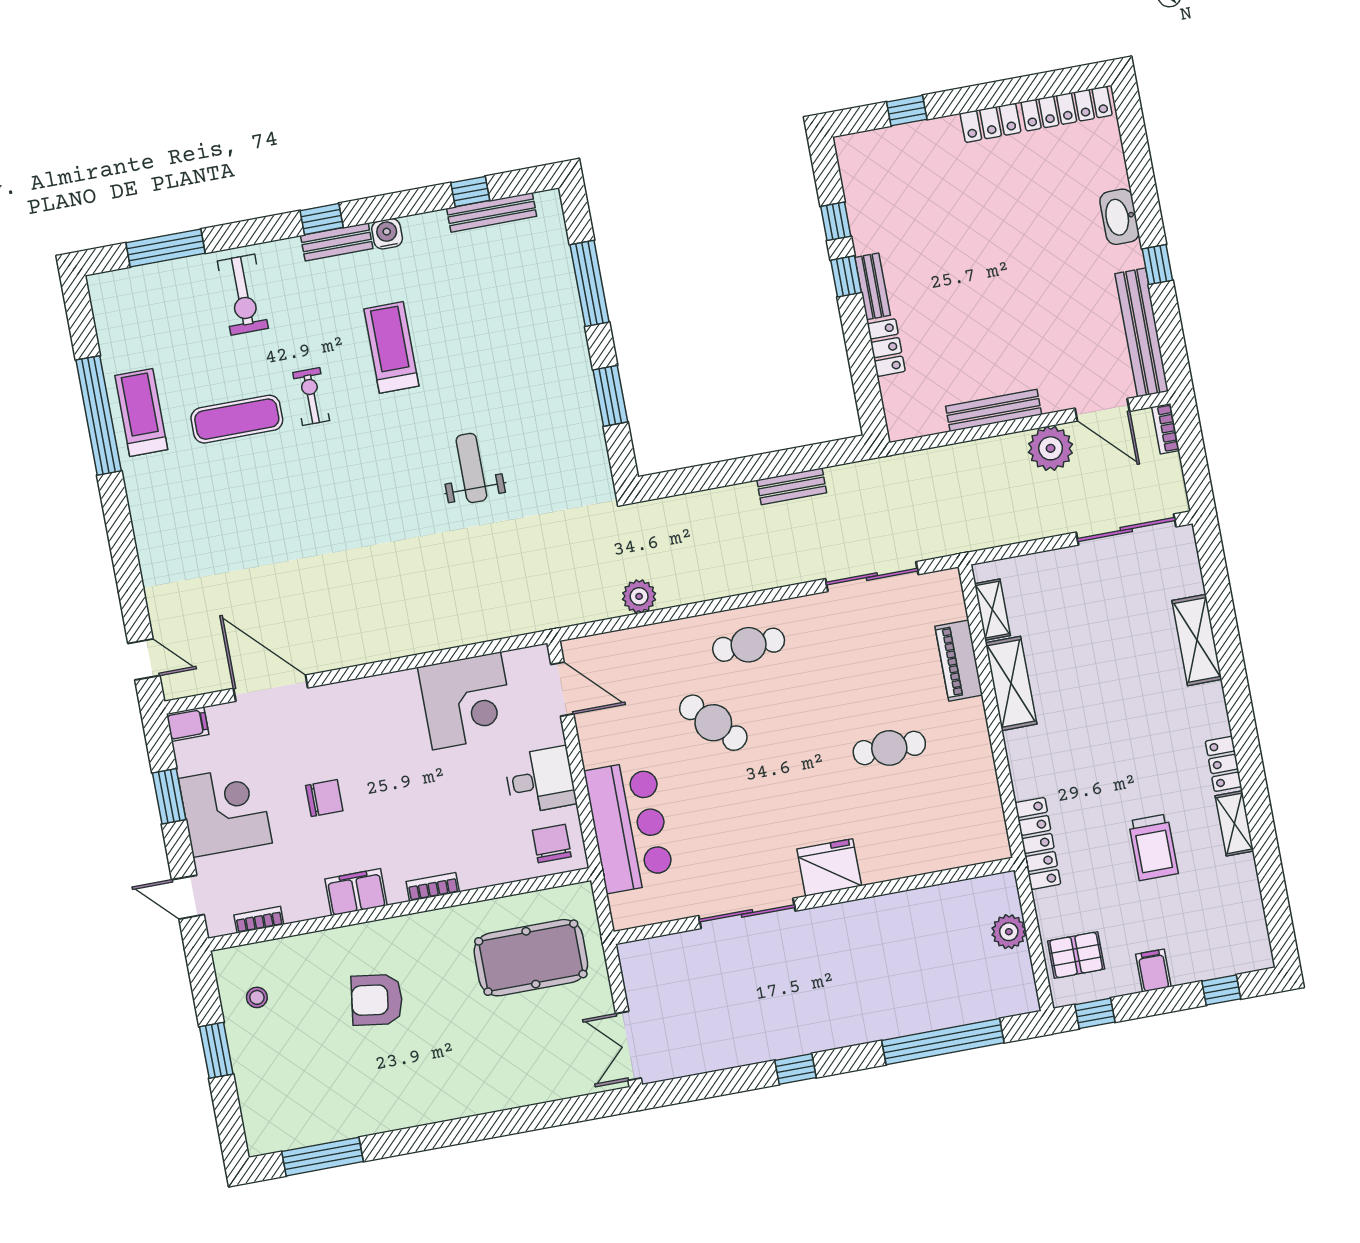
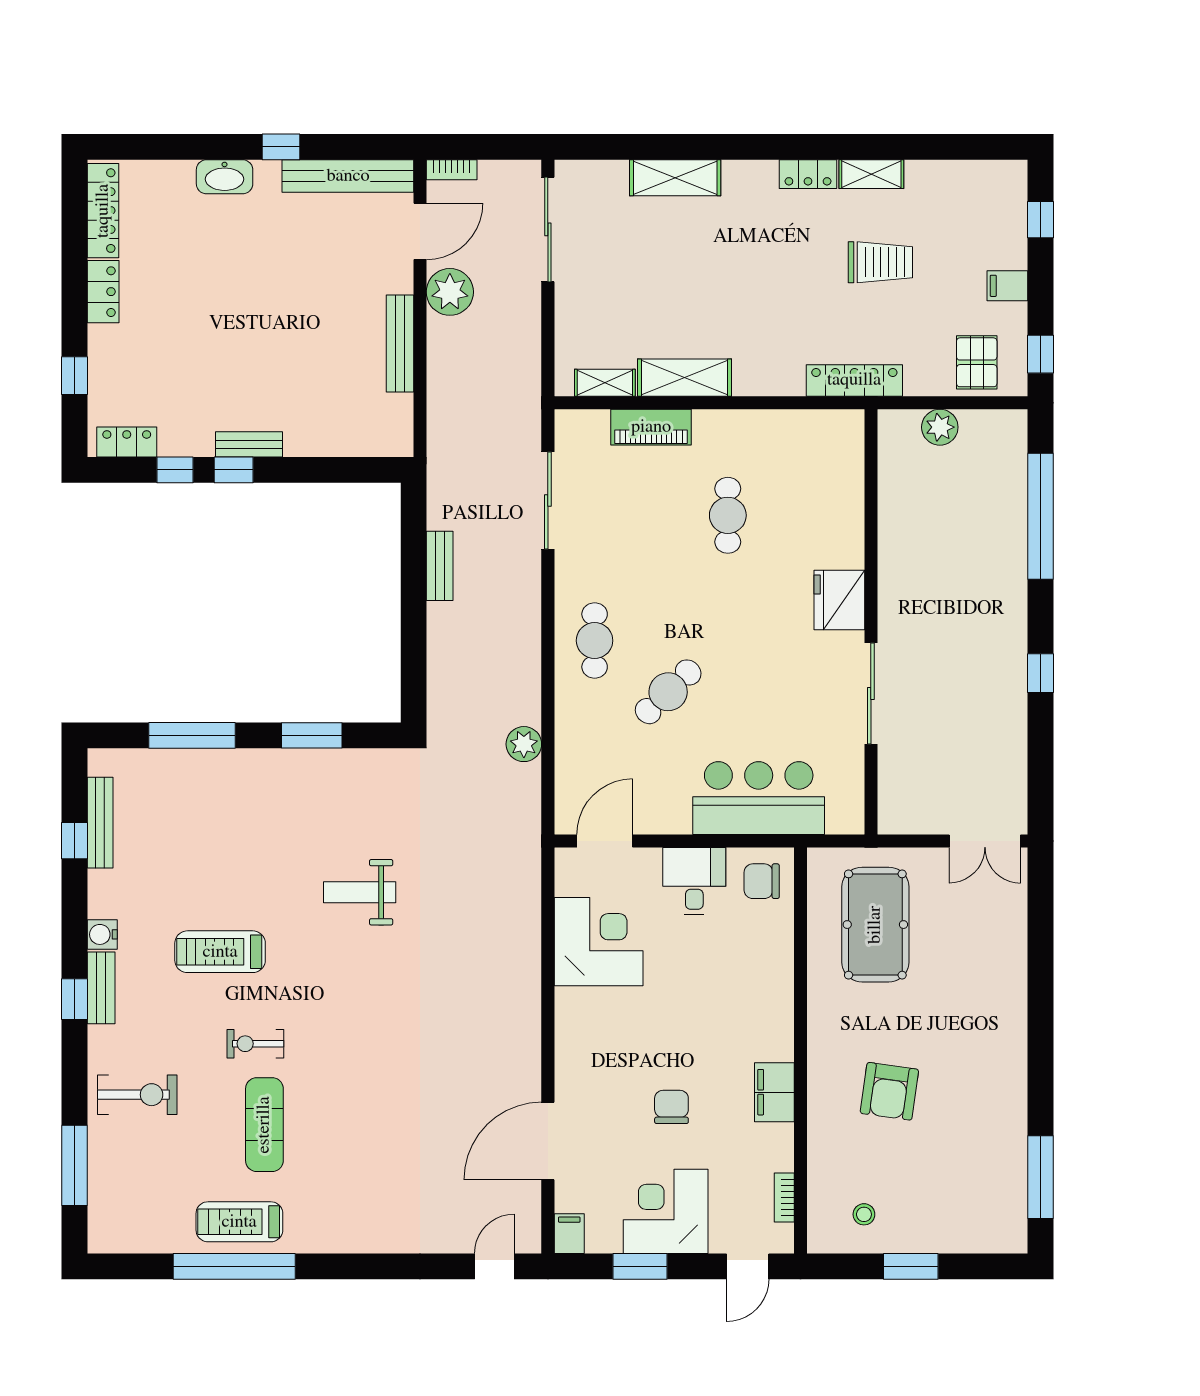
locker: (886, 348) -> (127, 442), moved
bookcase: (433, 887) -> (784, 1012), removed

